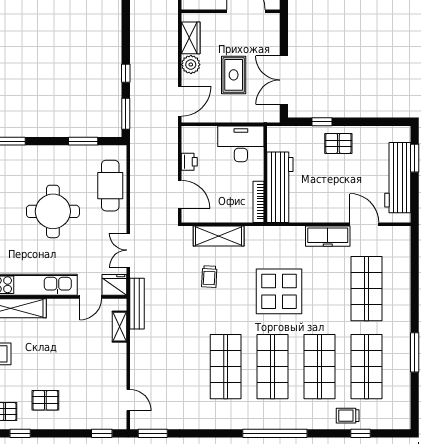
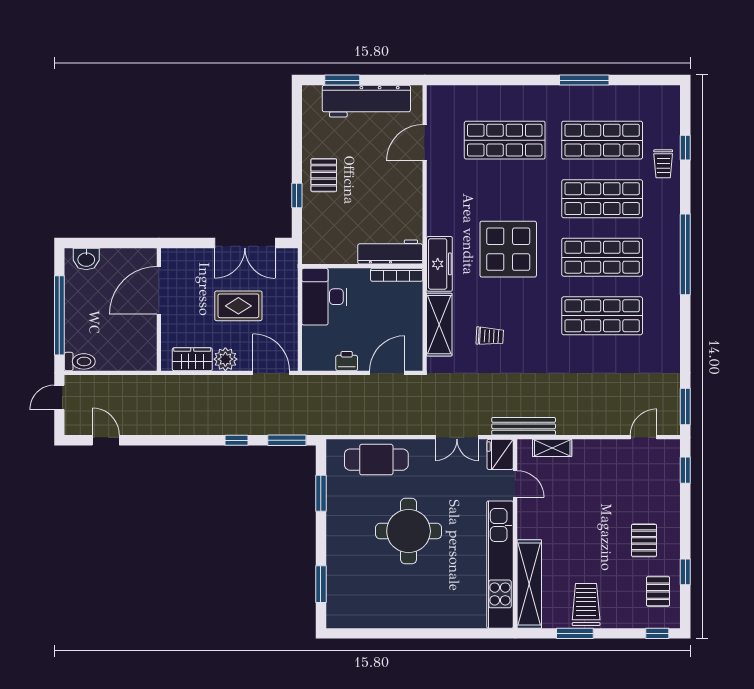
workbench: (280, 187) -> (390, 252), width x0.73, depth x0.76
freezer: (328, 236) -> (439, 264), moved

